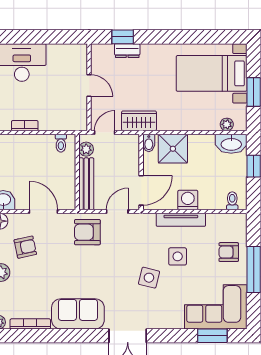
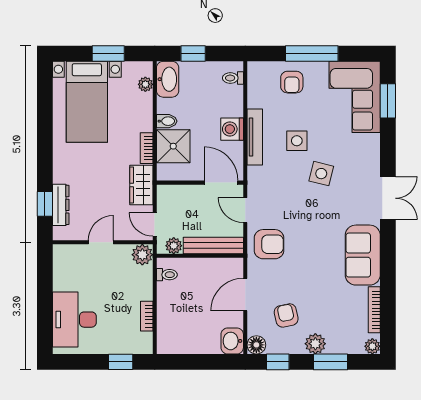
dresser: (127, 51) -> (61, 205), width x1.44
plant: (78, 122) -> (142, 255), added
bookcase: (171, 125) -> (147, 148), added
bidet: (149, 143) -> (167, 121), moved
armchair: (87, 232) -> (269, 244), turned -90

